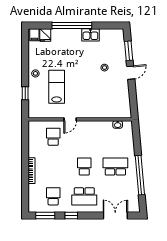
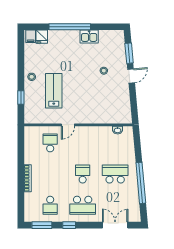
school desk: (53, 196) -> (50, 205), turned 180

